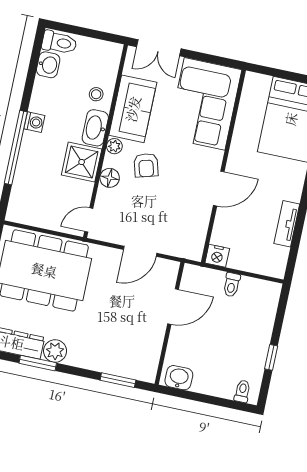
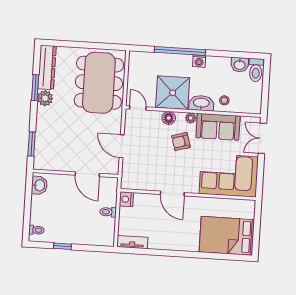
shower: (82, 162) -> (173, 93), width x1.37, depth x1.37
tv unit: (287, 224) -> (132, 242), moved

